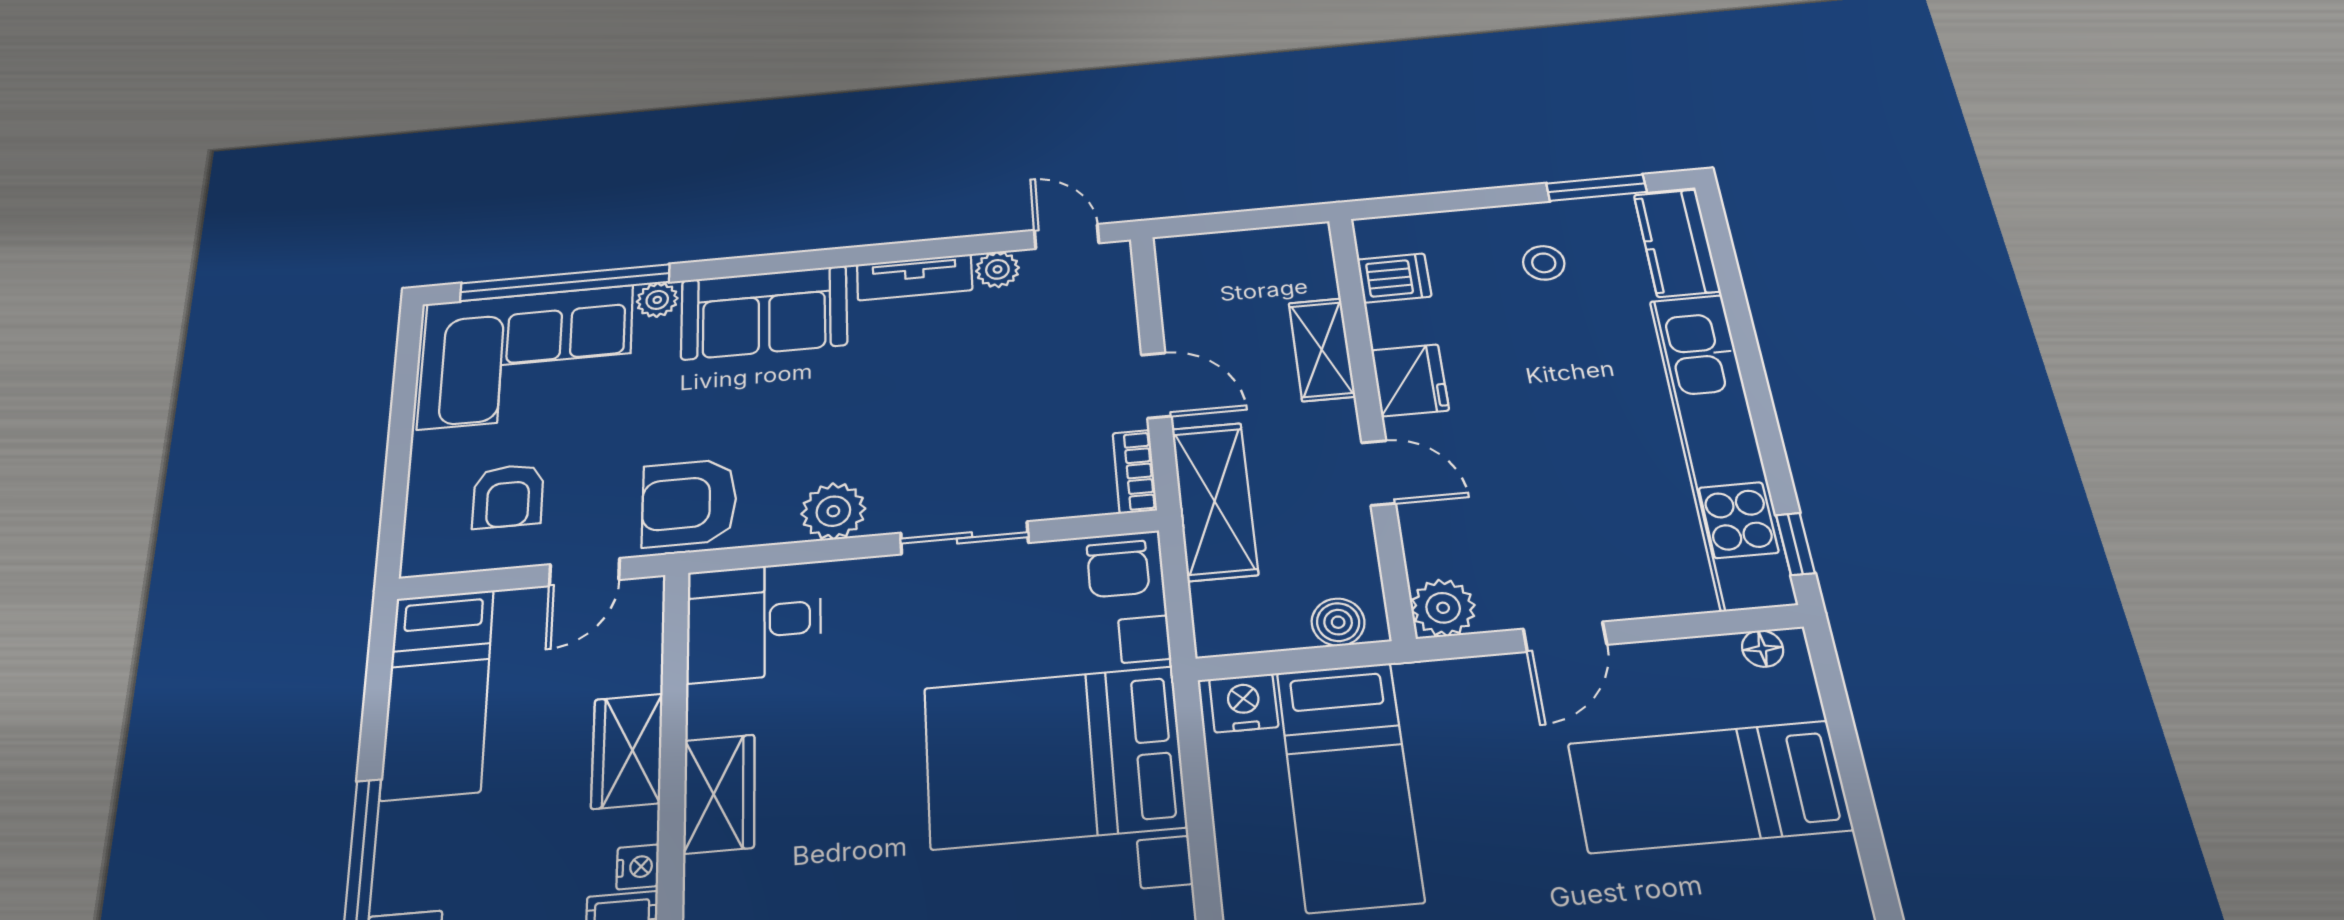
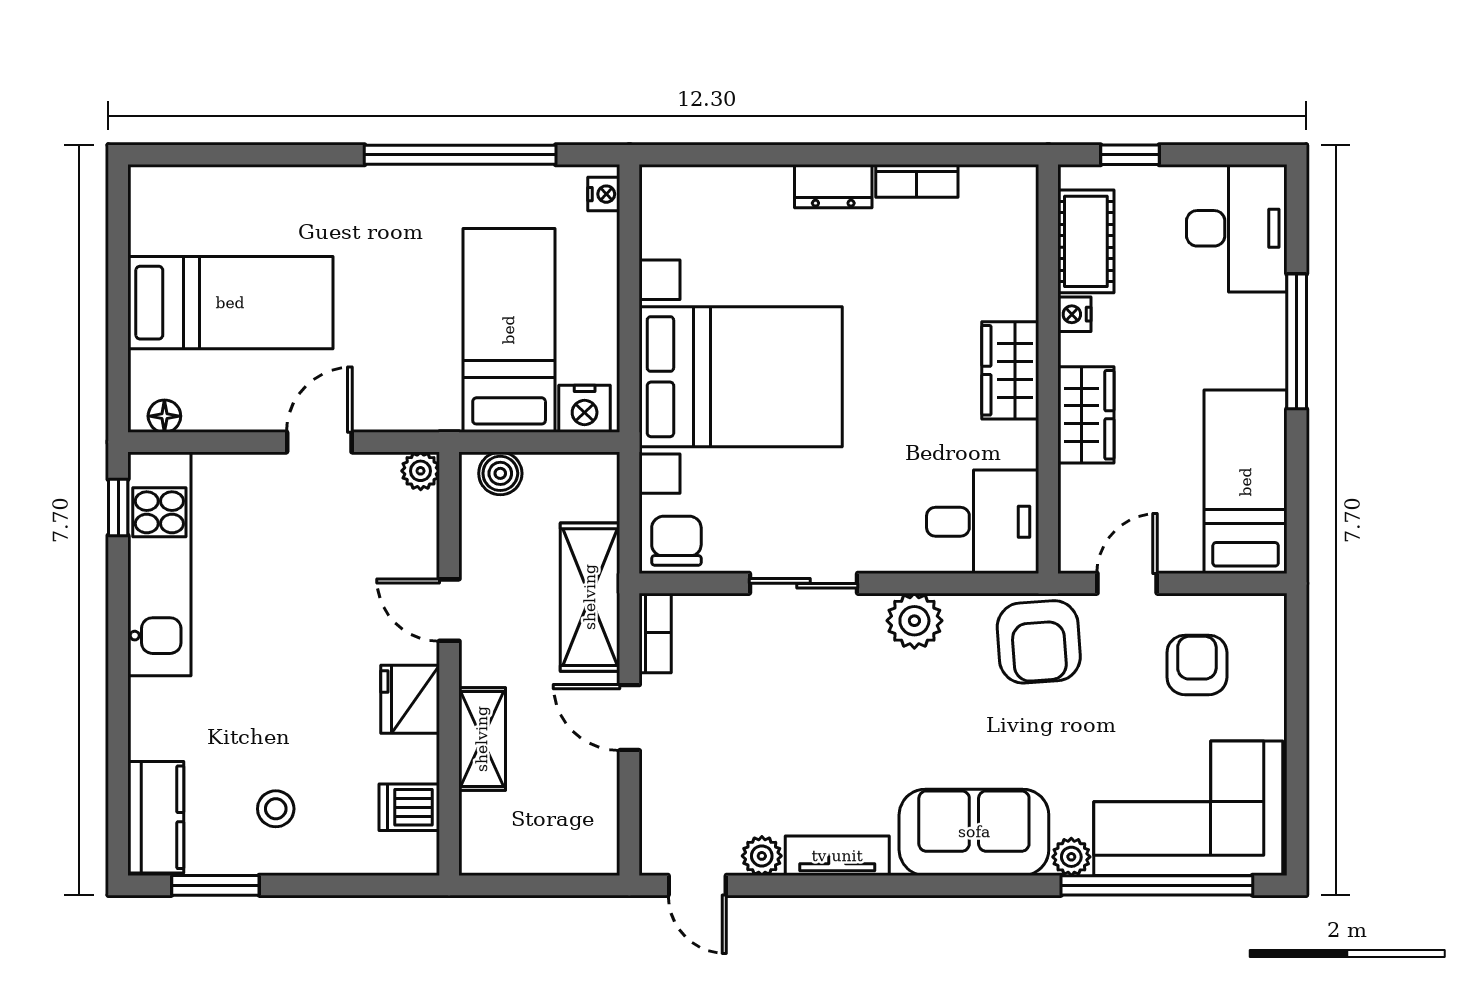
kitchen unit: (1721, 448) -> (159, 564), width x0.73
armchair: (689, 503) -> (1039, 642), turned 86
plant: (1443, 608) -> (421, 471), width x0.73, depth x0.73

